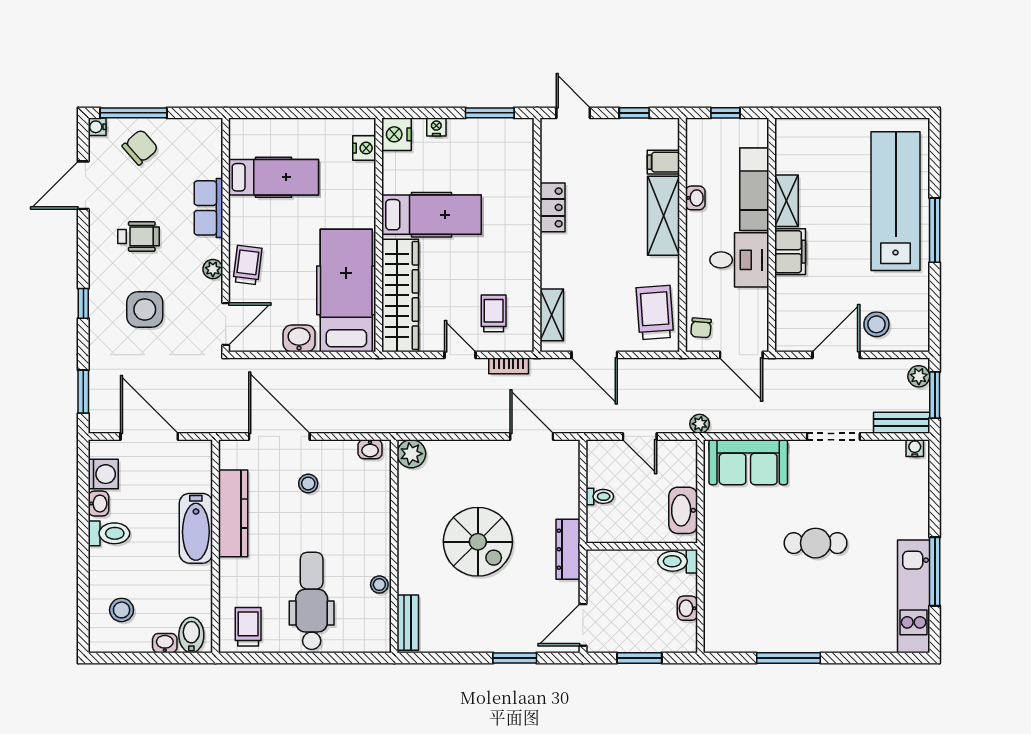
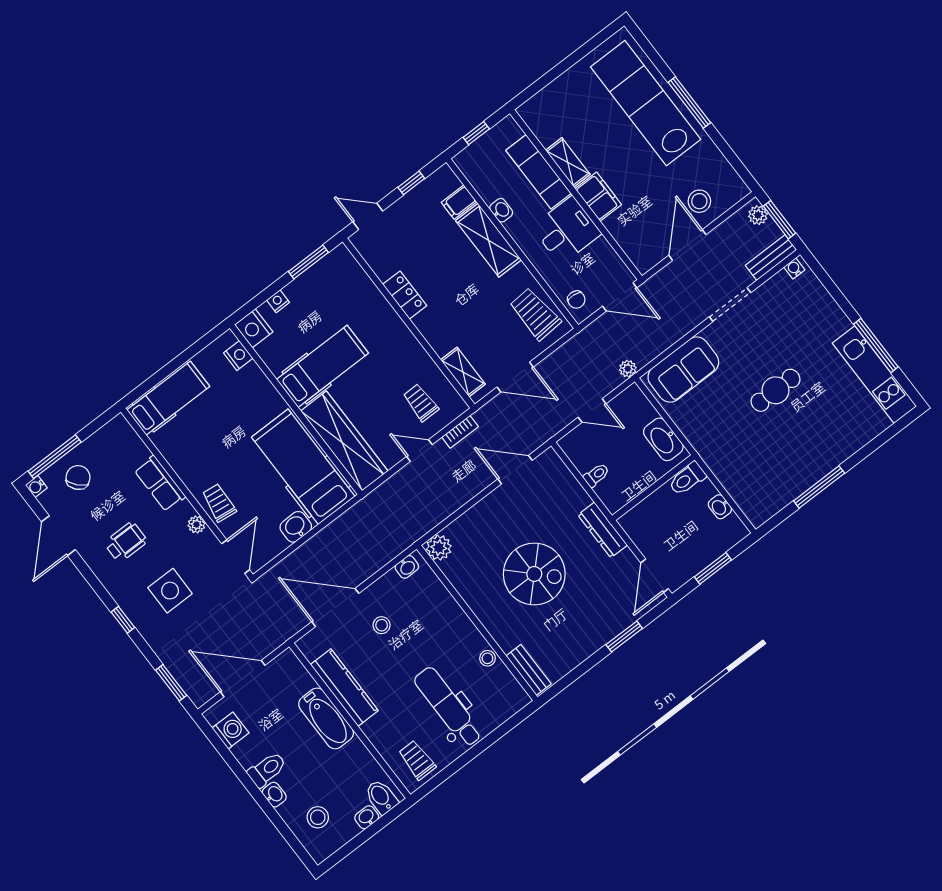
hospital bed: (274, 177) -> (168, 398), moved
washbasin: (98, 504) -> (274, 795), moved

